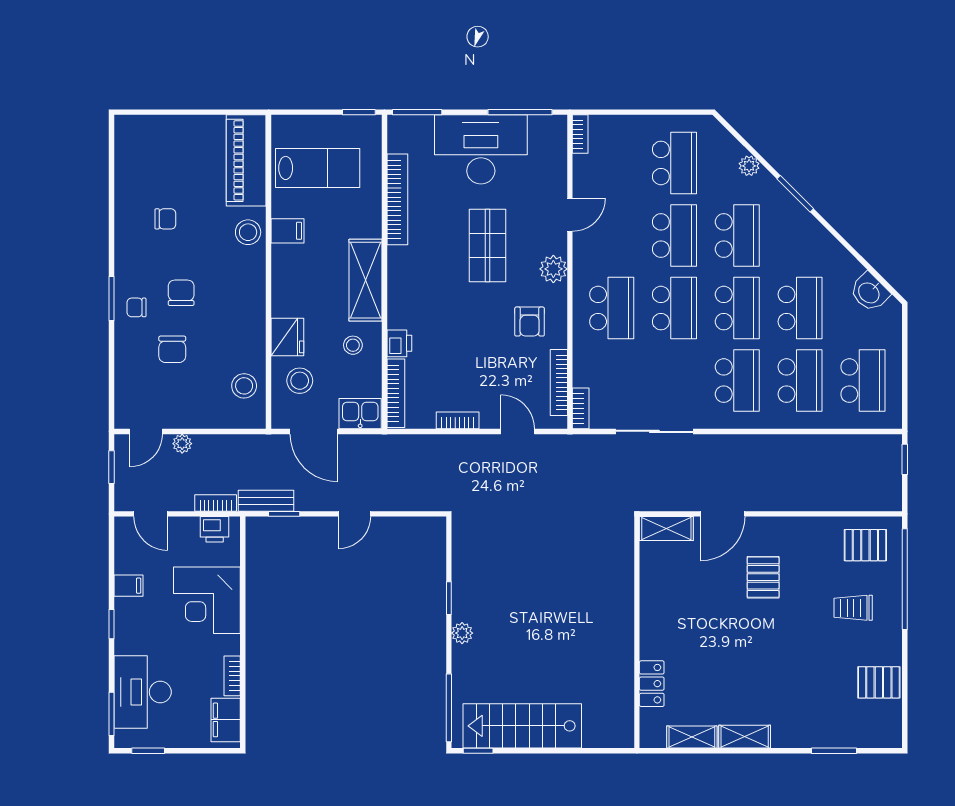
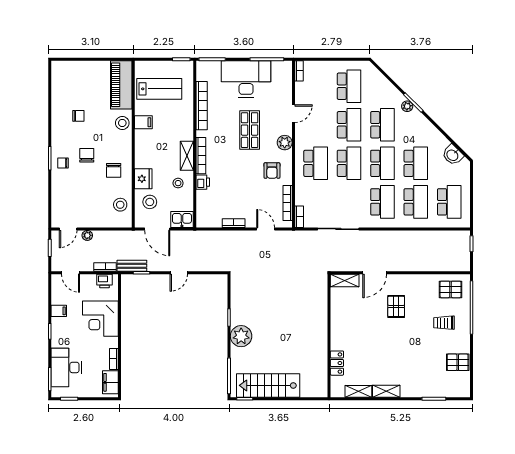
plant: (749, 166) -> (407, 106), moved
shelving: (365, 280) -> (187, 156), width x0.67, depth x0.75
chair: (172, 349) -> (114, 170), moved
bookcase: (396, 393) -> (201, 156), moved
plant: (462, 633) -> (241, 336), width x1.88, depth x1.88

